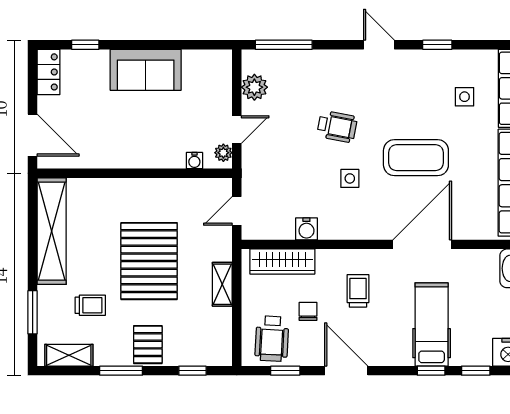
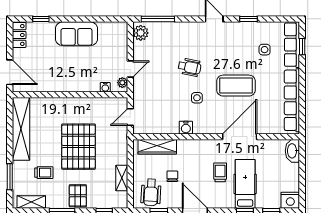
plant: (254, 87) -> (141, 33), moved
water cooler: (306, 229) -> (186, 128), moved
shelving: (222, 284) -> (122, 178), moved
trolley: (358, 291) -> (220, 172), moved

